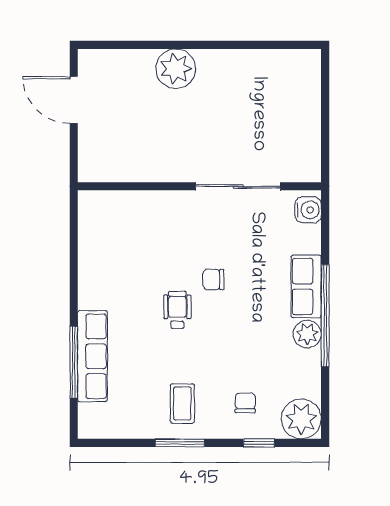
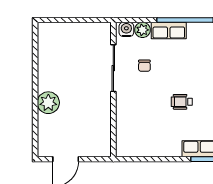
chair: (213, 279) -> (144, 66), moved
plant: (307, 334) -> (142, 30), moved

